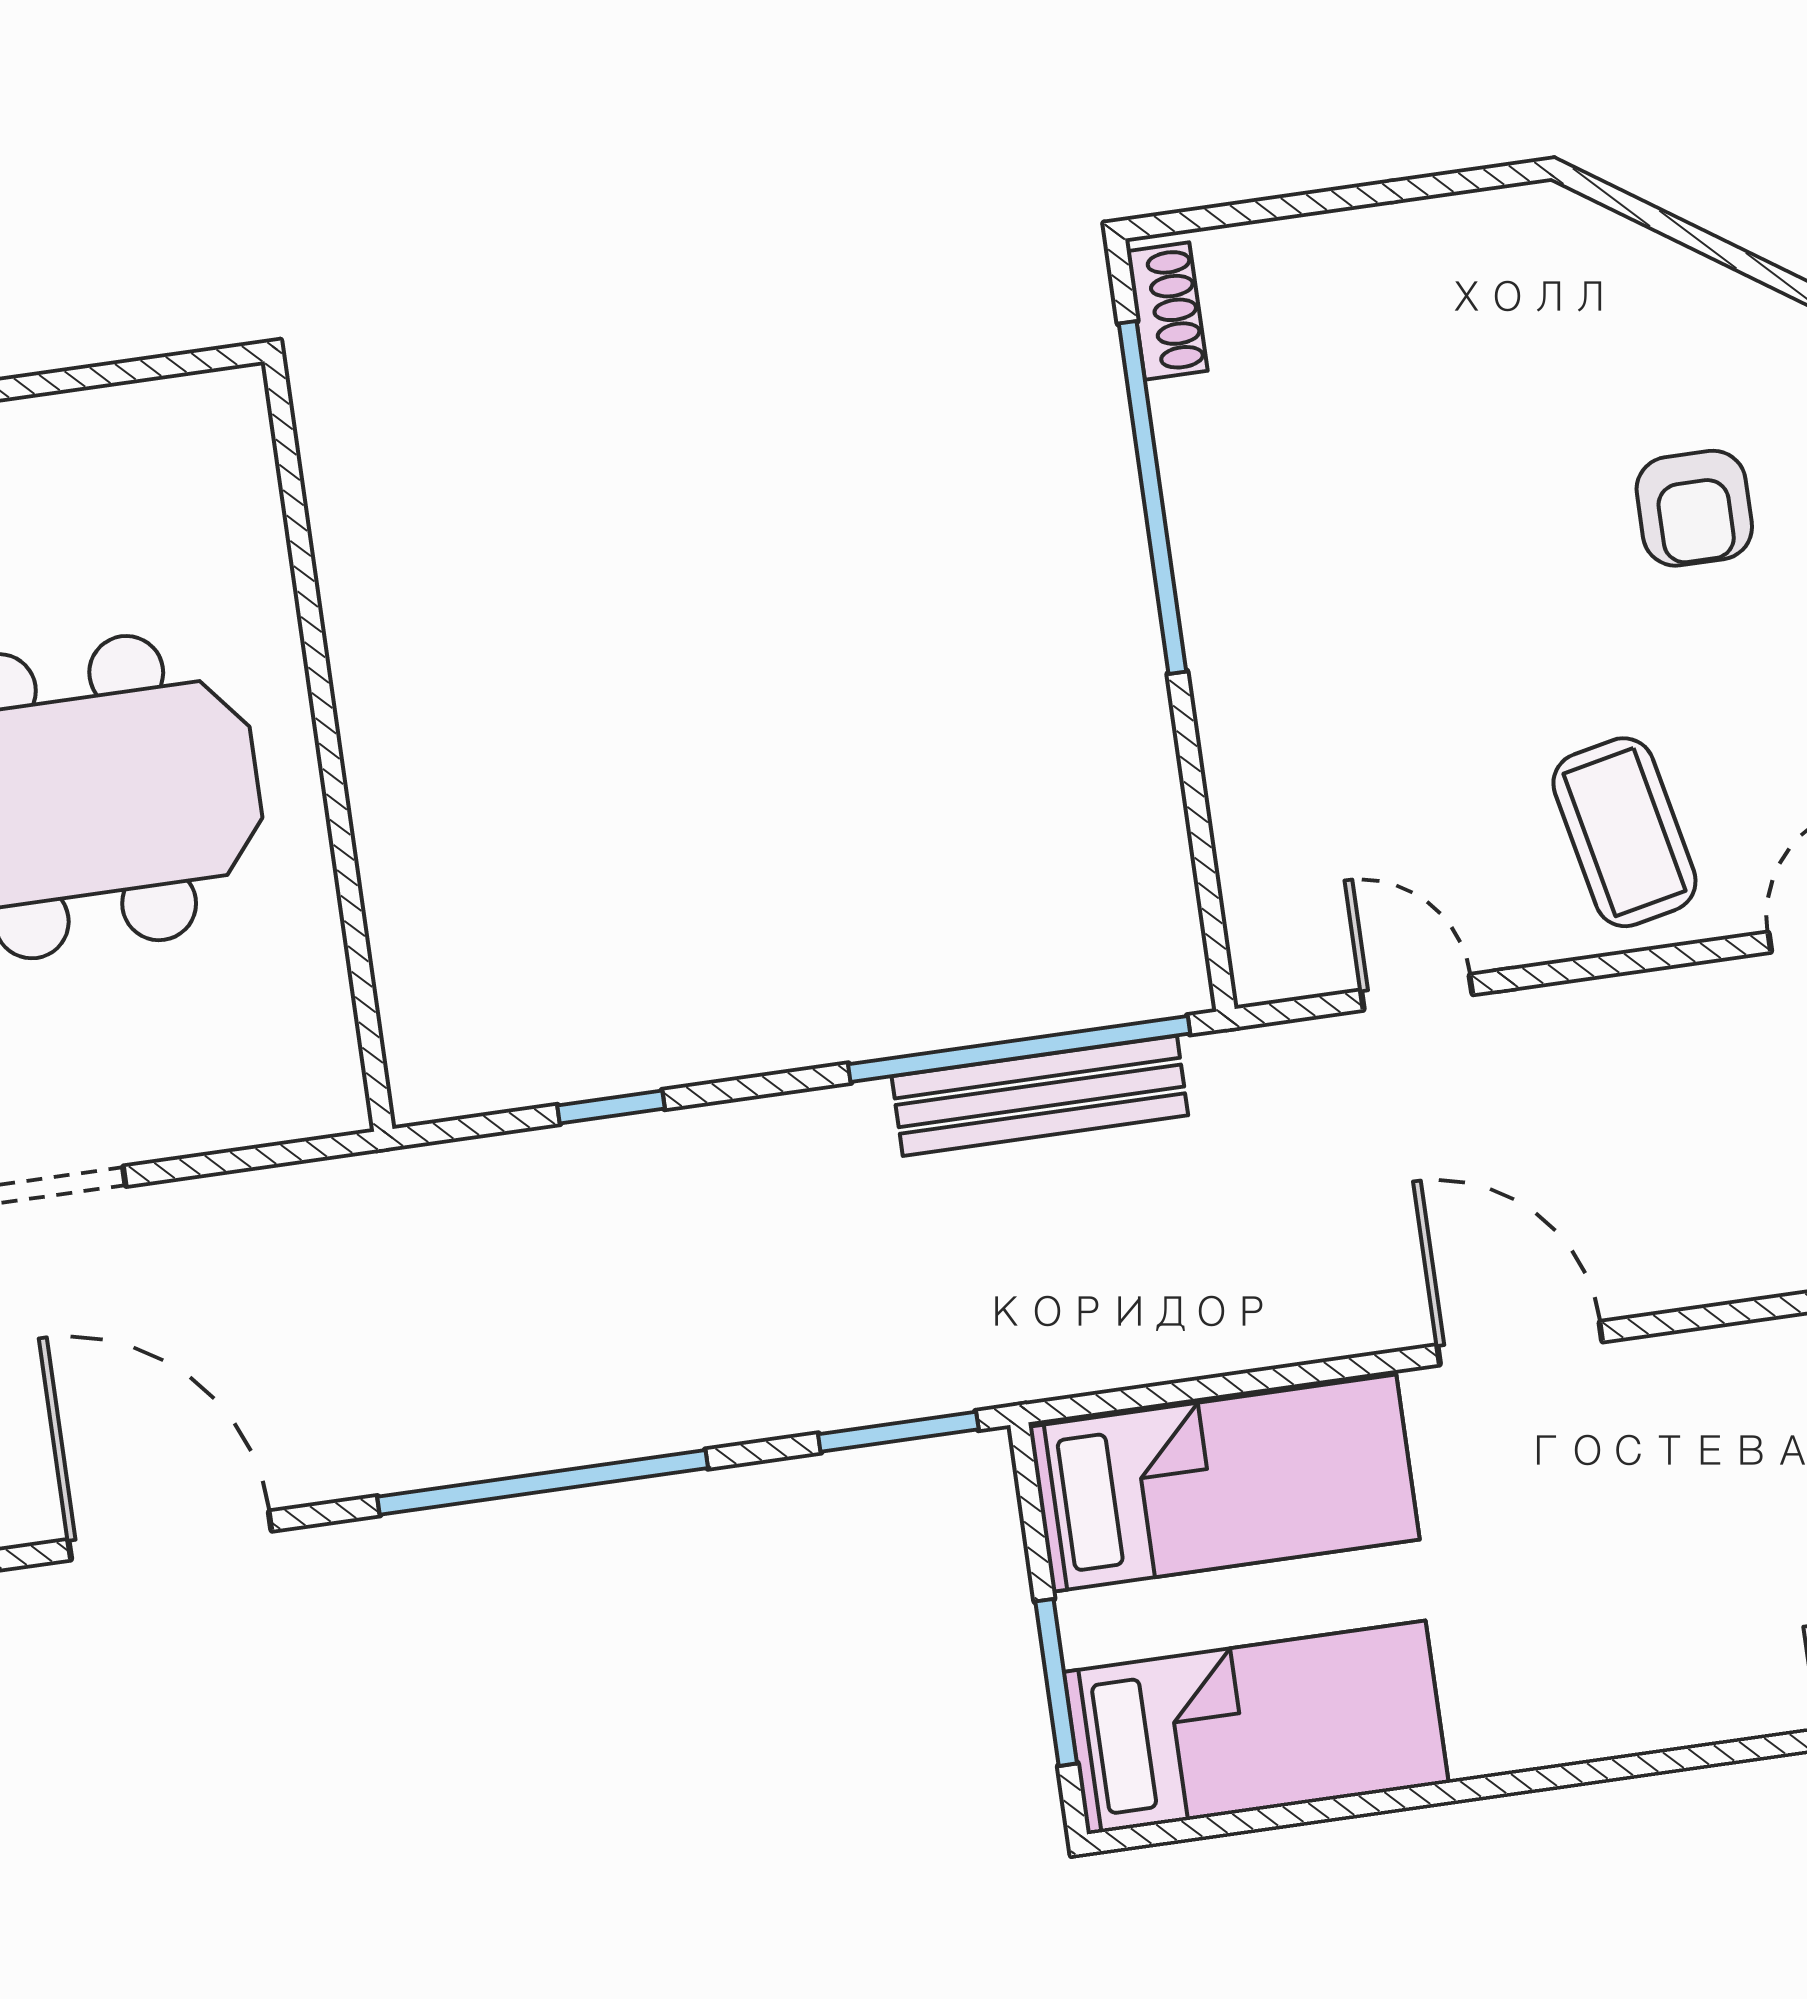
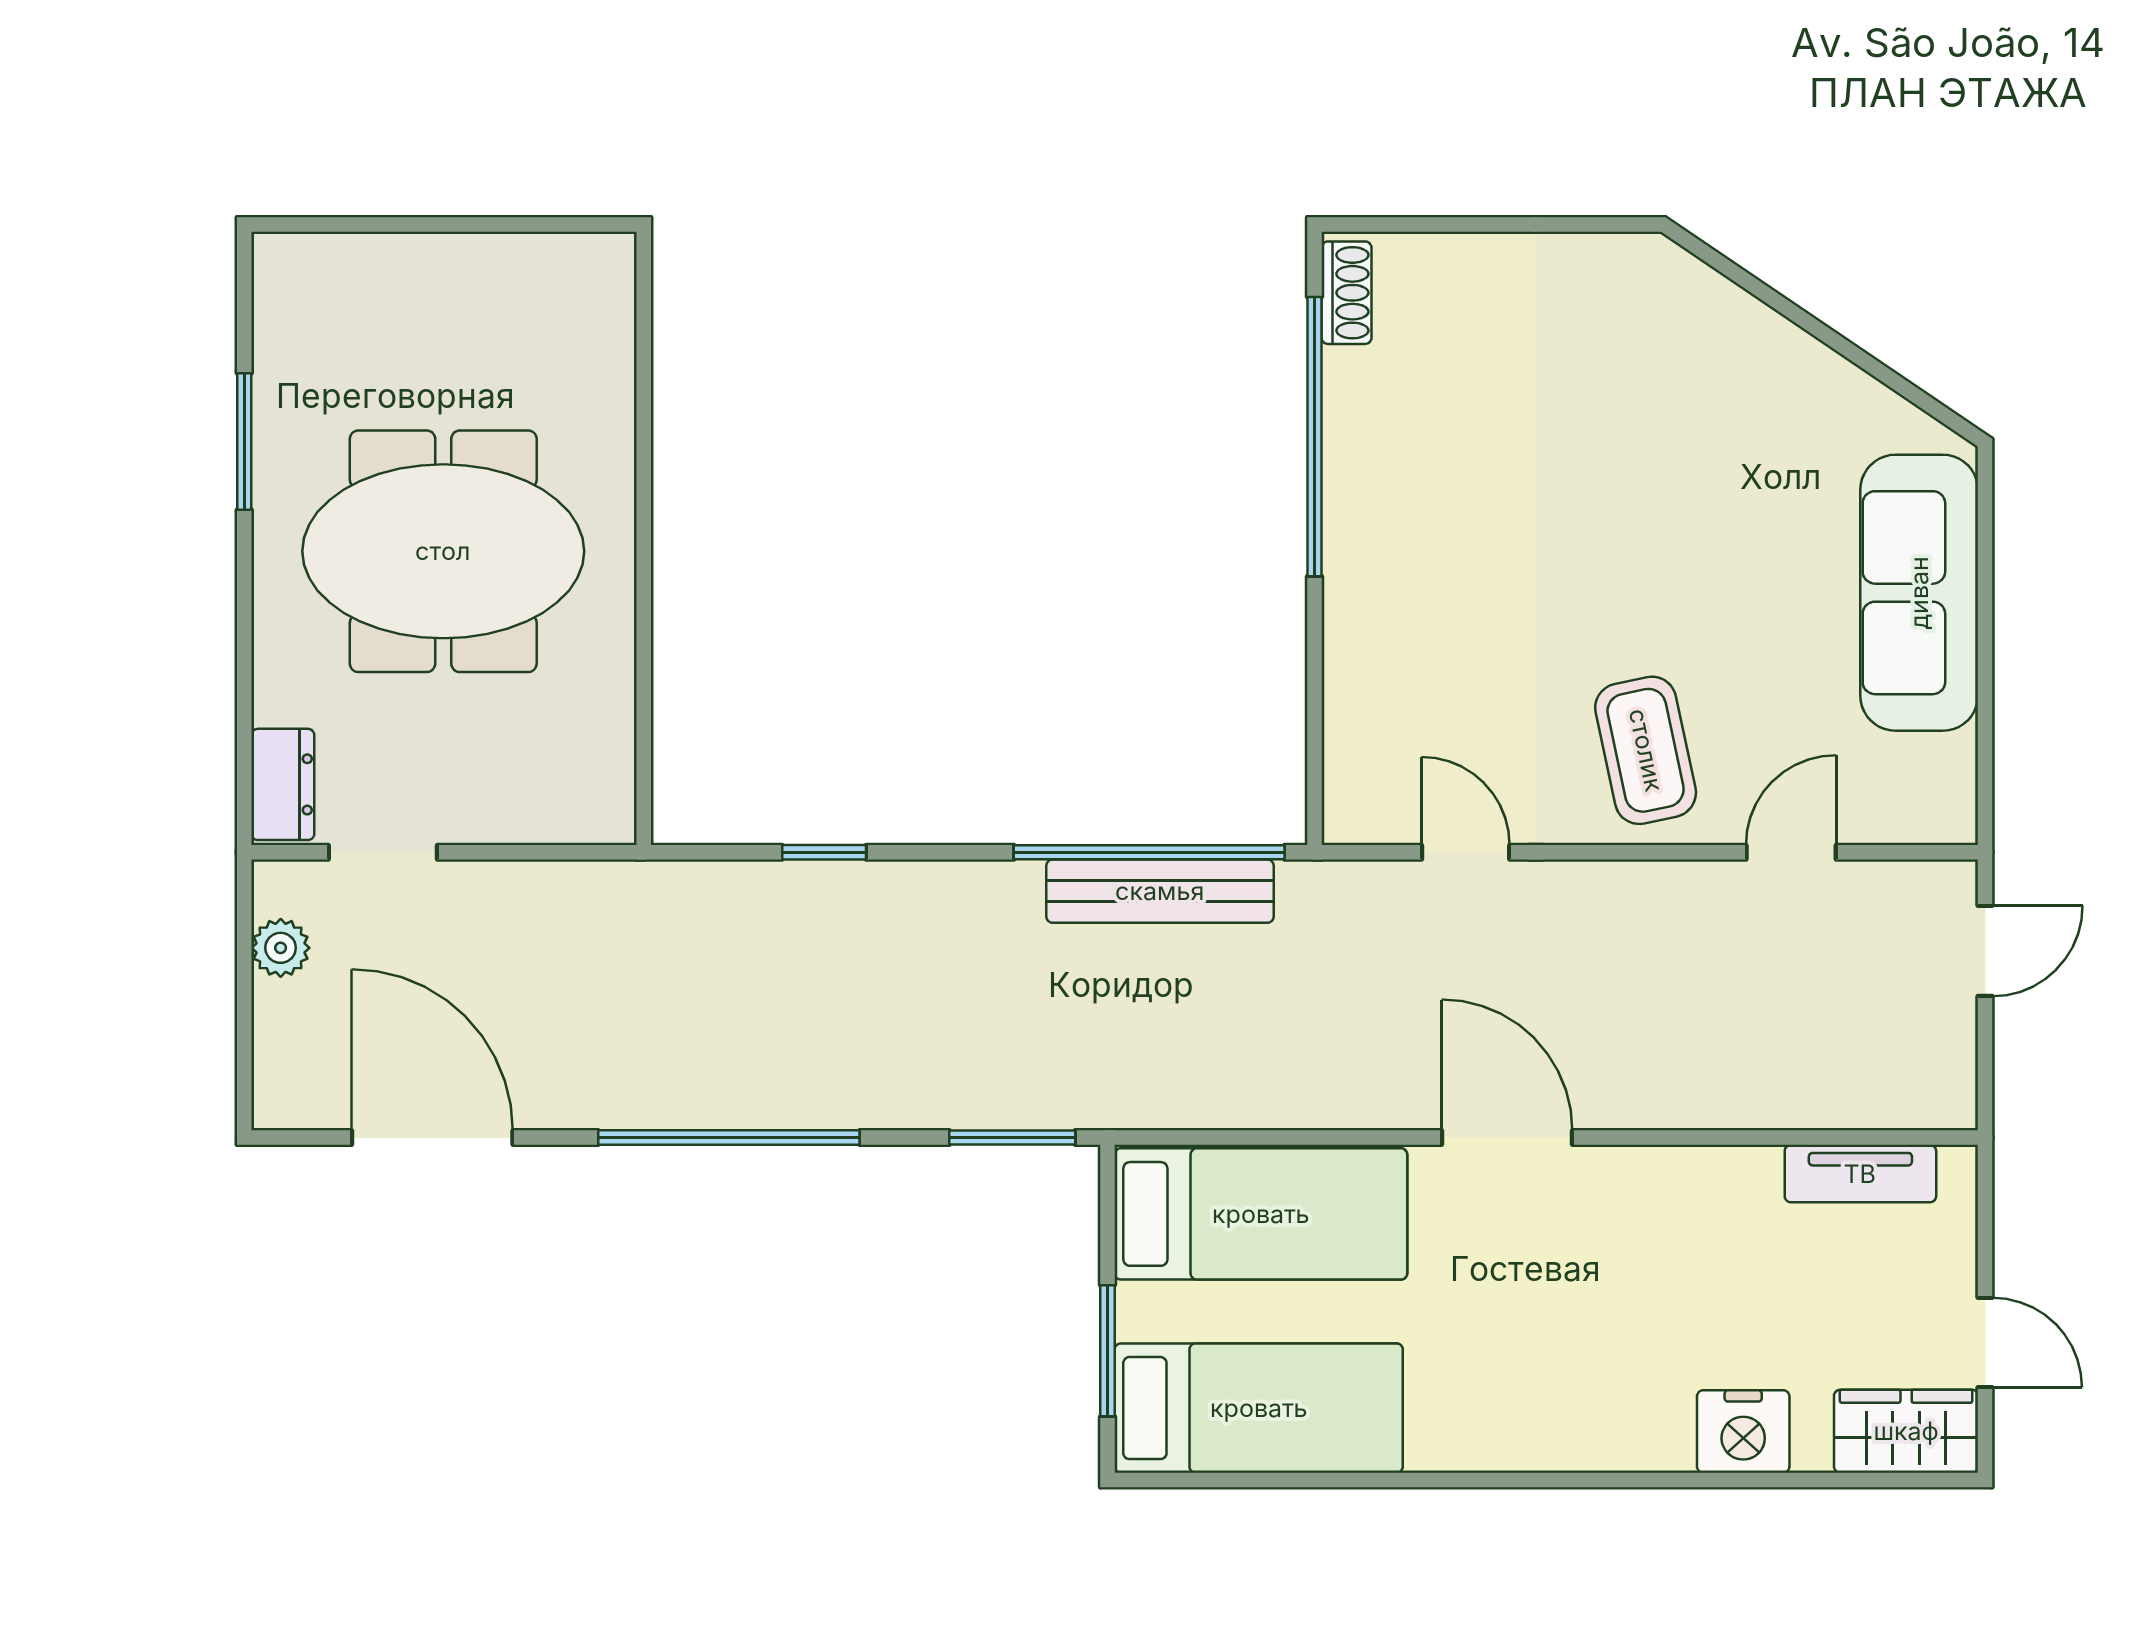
armchair: (1694, 508) -> (1736, 505), removed

